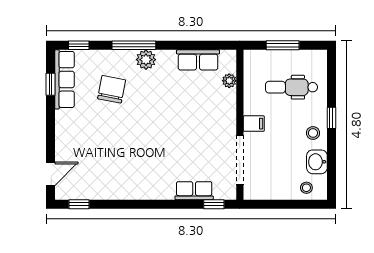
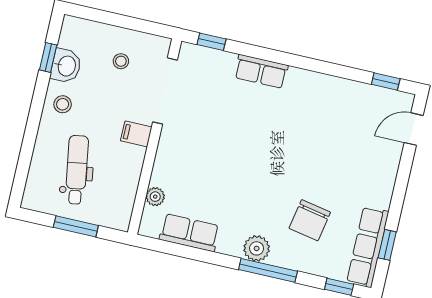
dental chair: (291, 87) -> (77, 170), turned -99
window: (331, 118) -> (48, 57), moved
stool: (306, 188) -> (121, 61), moved
row of seats: (194, 191) -> (261, 71), moved

